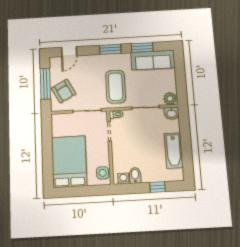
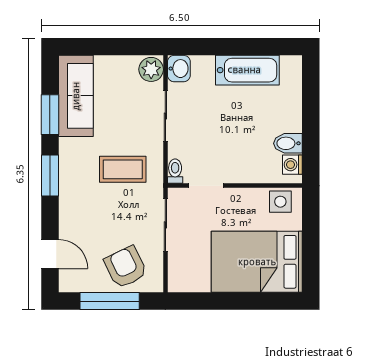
coffee table: (116, 87) -> (123, 169), width x0.73, depth x0.76
armchair: (64, 91) -> (126, 267), turned -88
window: (157, 187) -> (311, 104), removed

